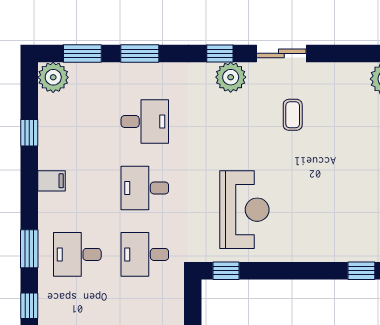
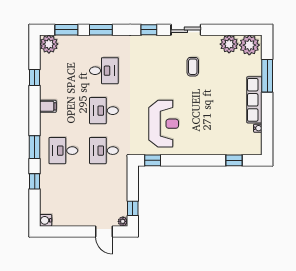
plant: (231, 77) -> (229, 44), moved

